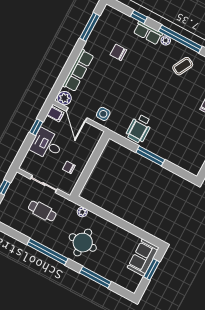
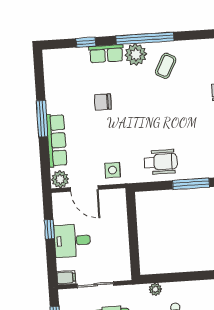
window: (90, 27) -> (42, 119), moved
plant: (166, 40) -> (136, 55), width x1.87, depth x1.87
chair: (118, 52) -> (103, 102), moved
filing cabinet: (55, 114) -> (66, 278), moved
wheelchair: (139, 129) -> (161, 162), turned -90
chair: (69, 167) -> (111, 250), removed

